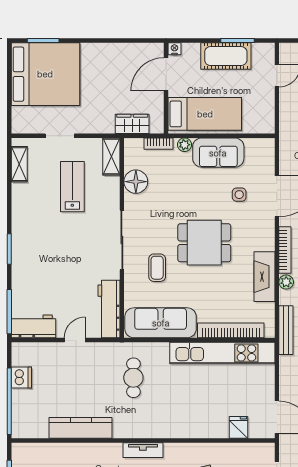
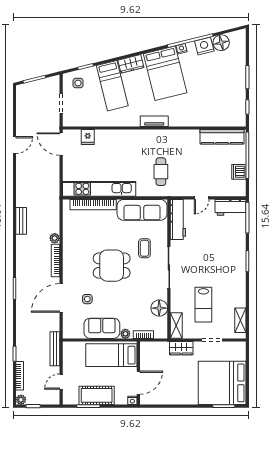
wardrobe: (132, 124) -> (181, 348), moved
fireplace: (264, 277) -> (70, 242), removed
bench: (286, 330) -> (55, 349), moved
kitchen counter: (81, 428) -> (222, 137), moved

